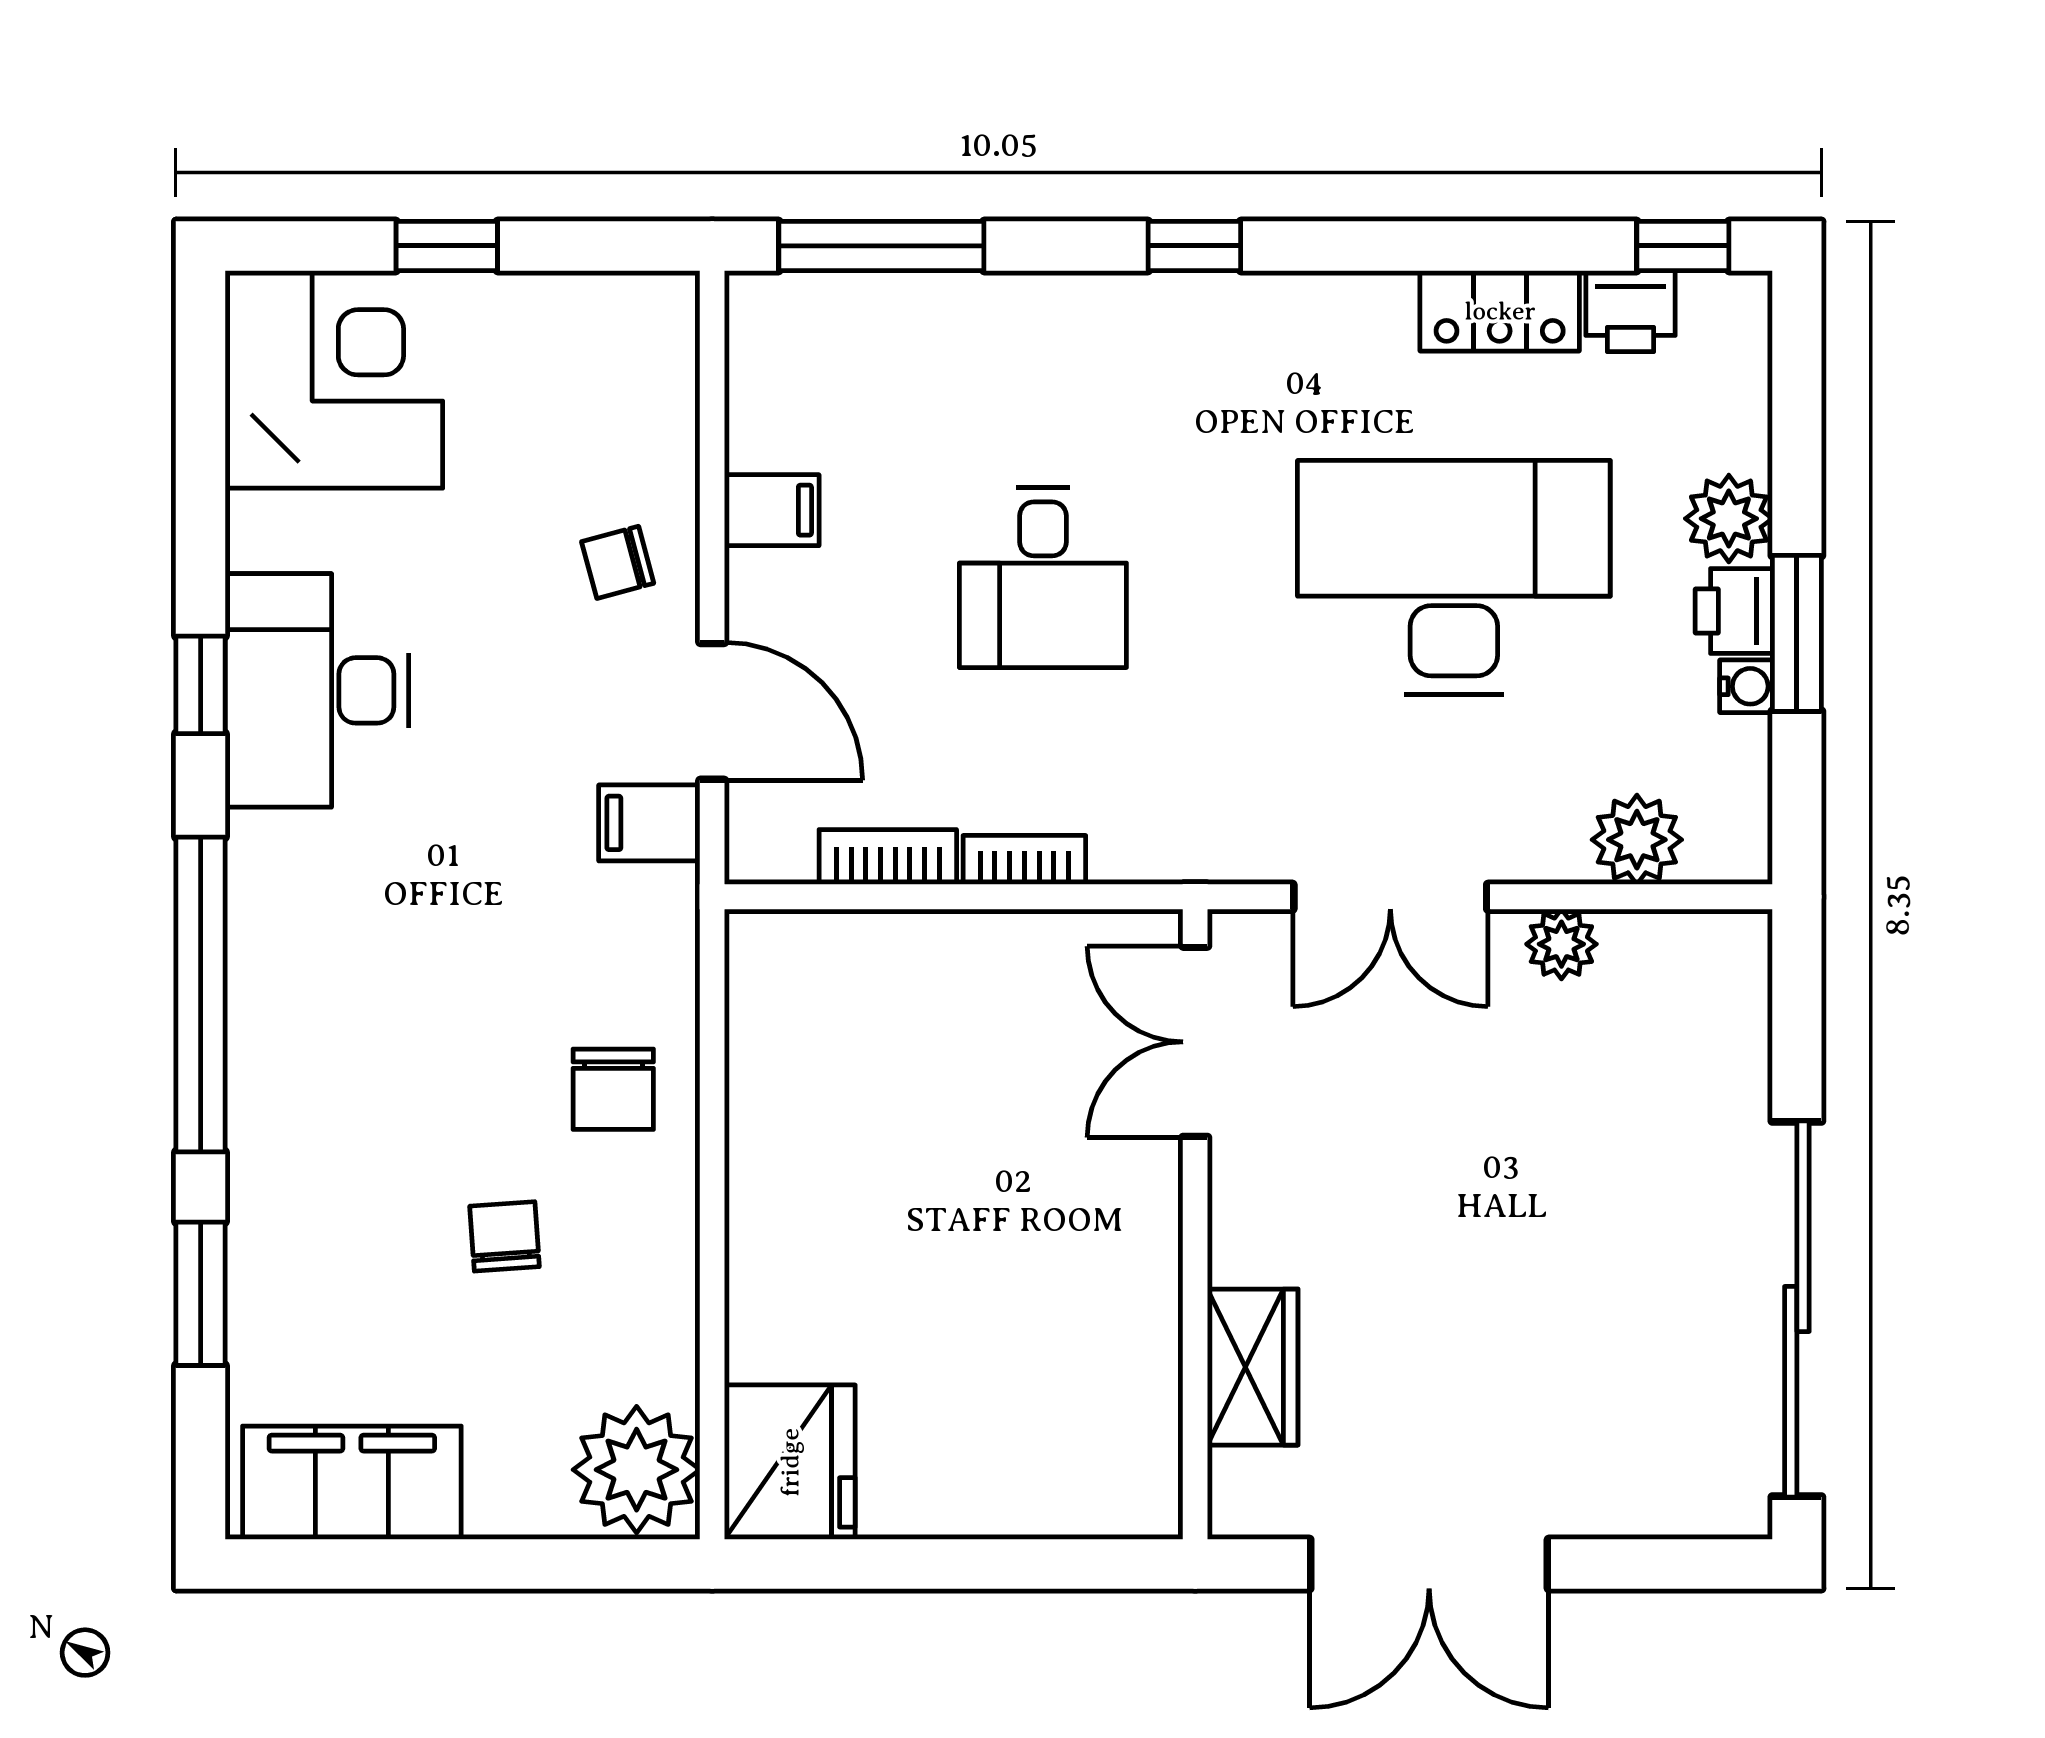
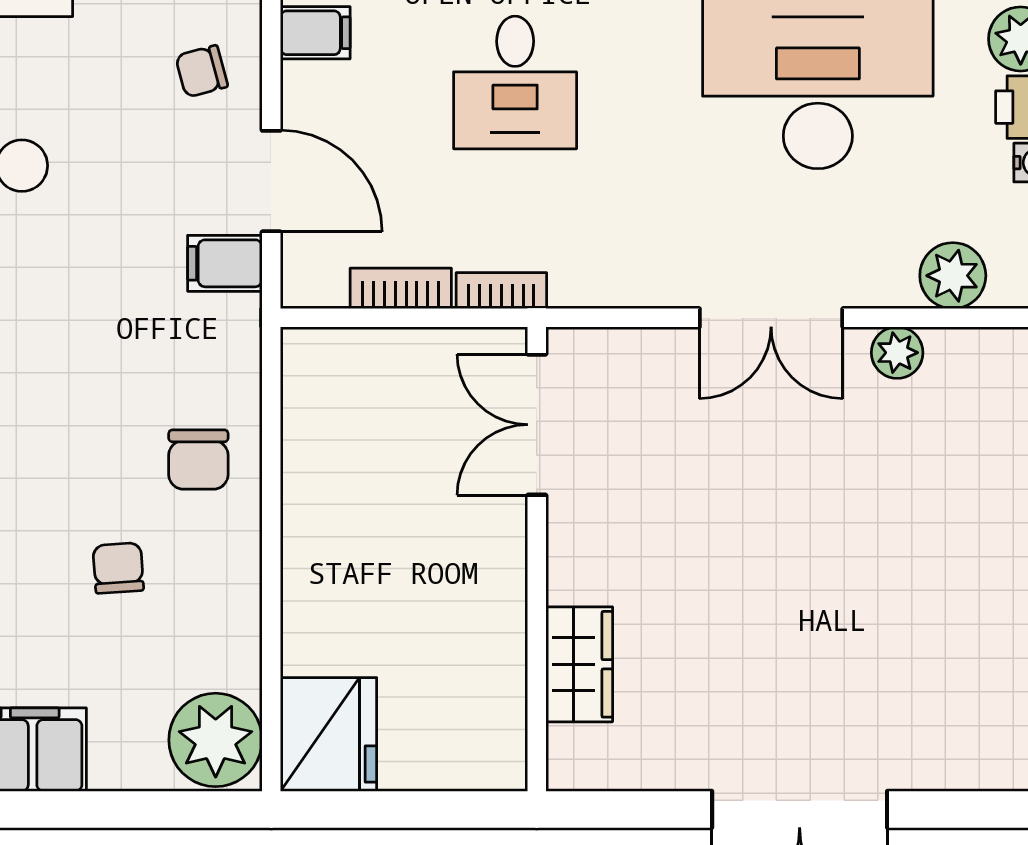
double door: (1195, 1042) -> (537, 425), moved
wall: (1195, 1224) -> (537, 559), moved
wardrobe: (1253, 1367) -> (579, 664), moved

